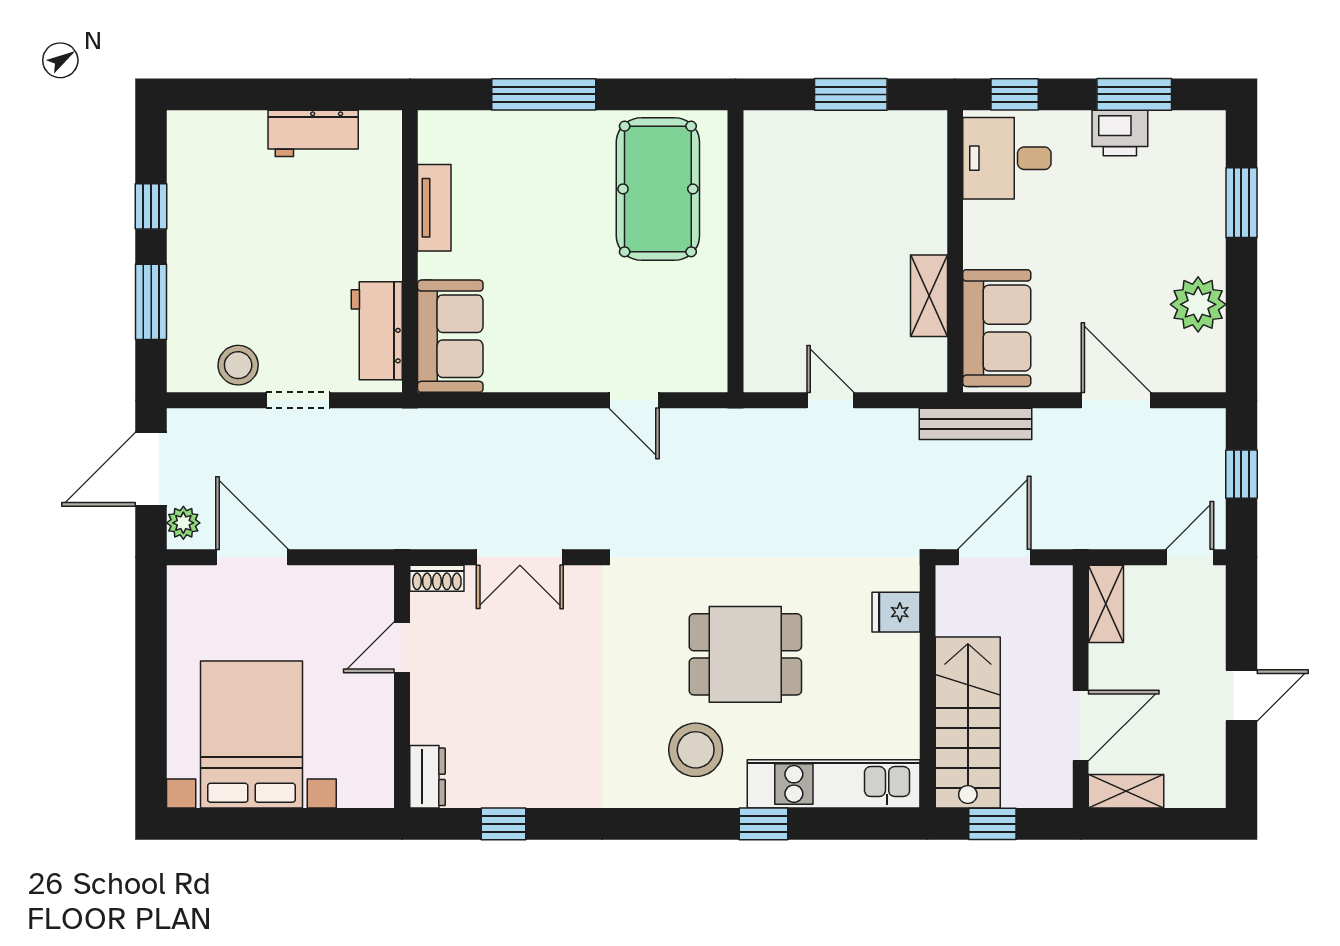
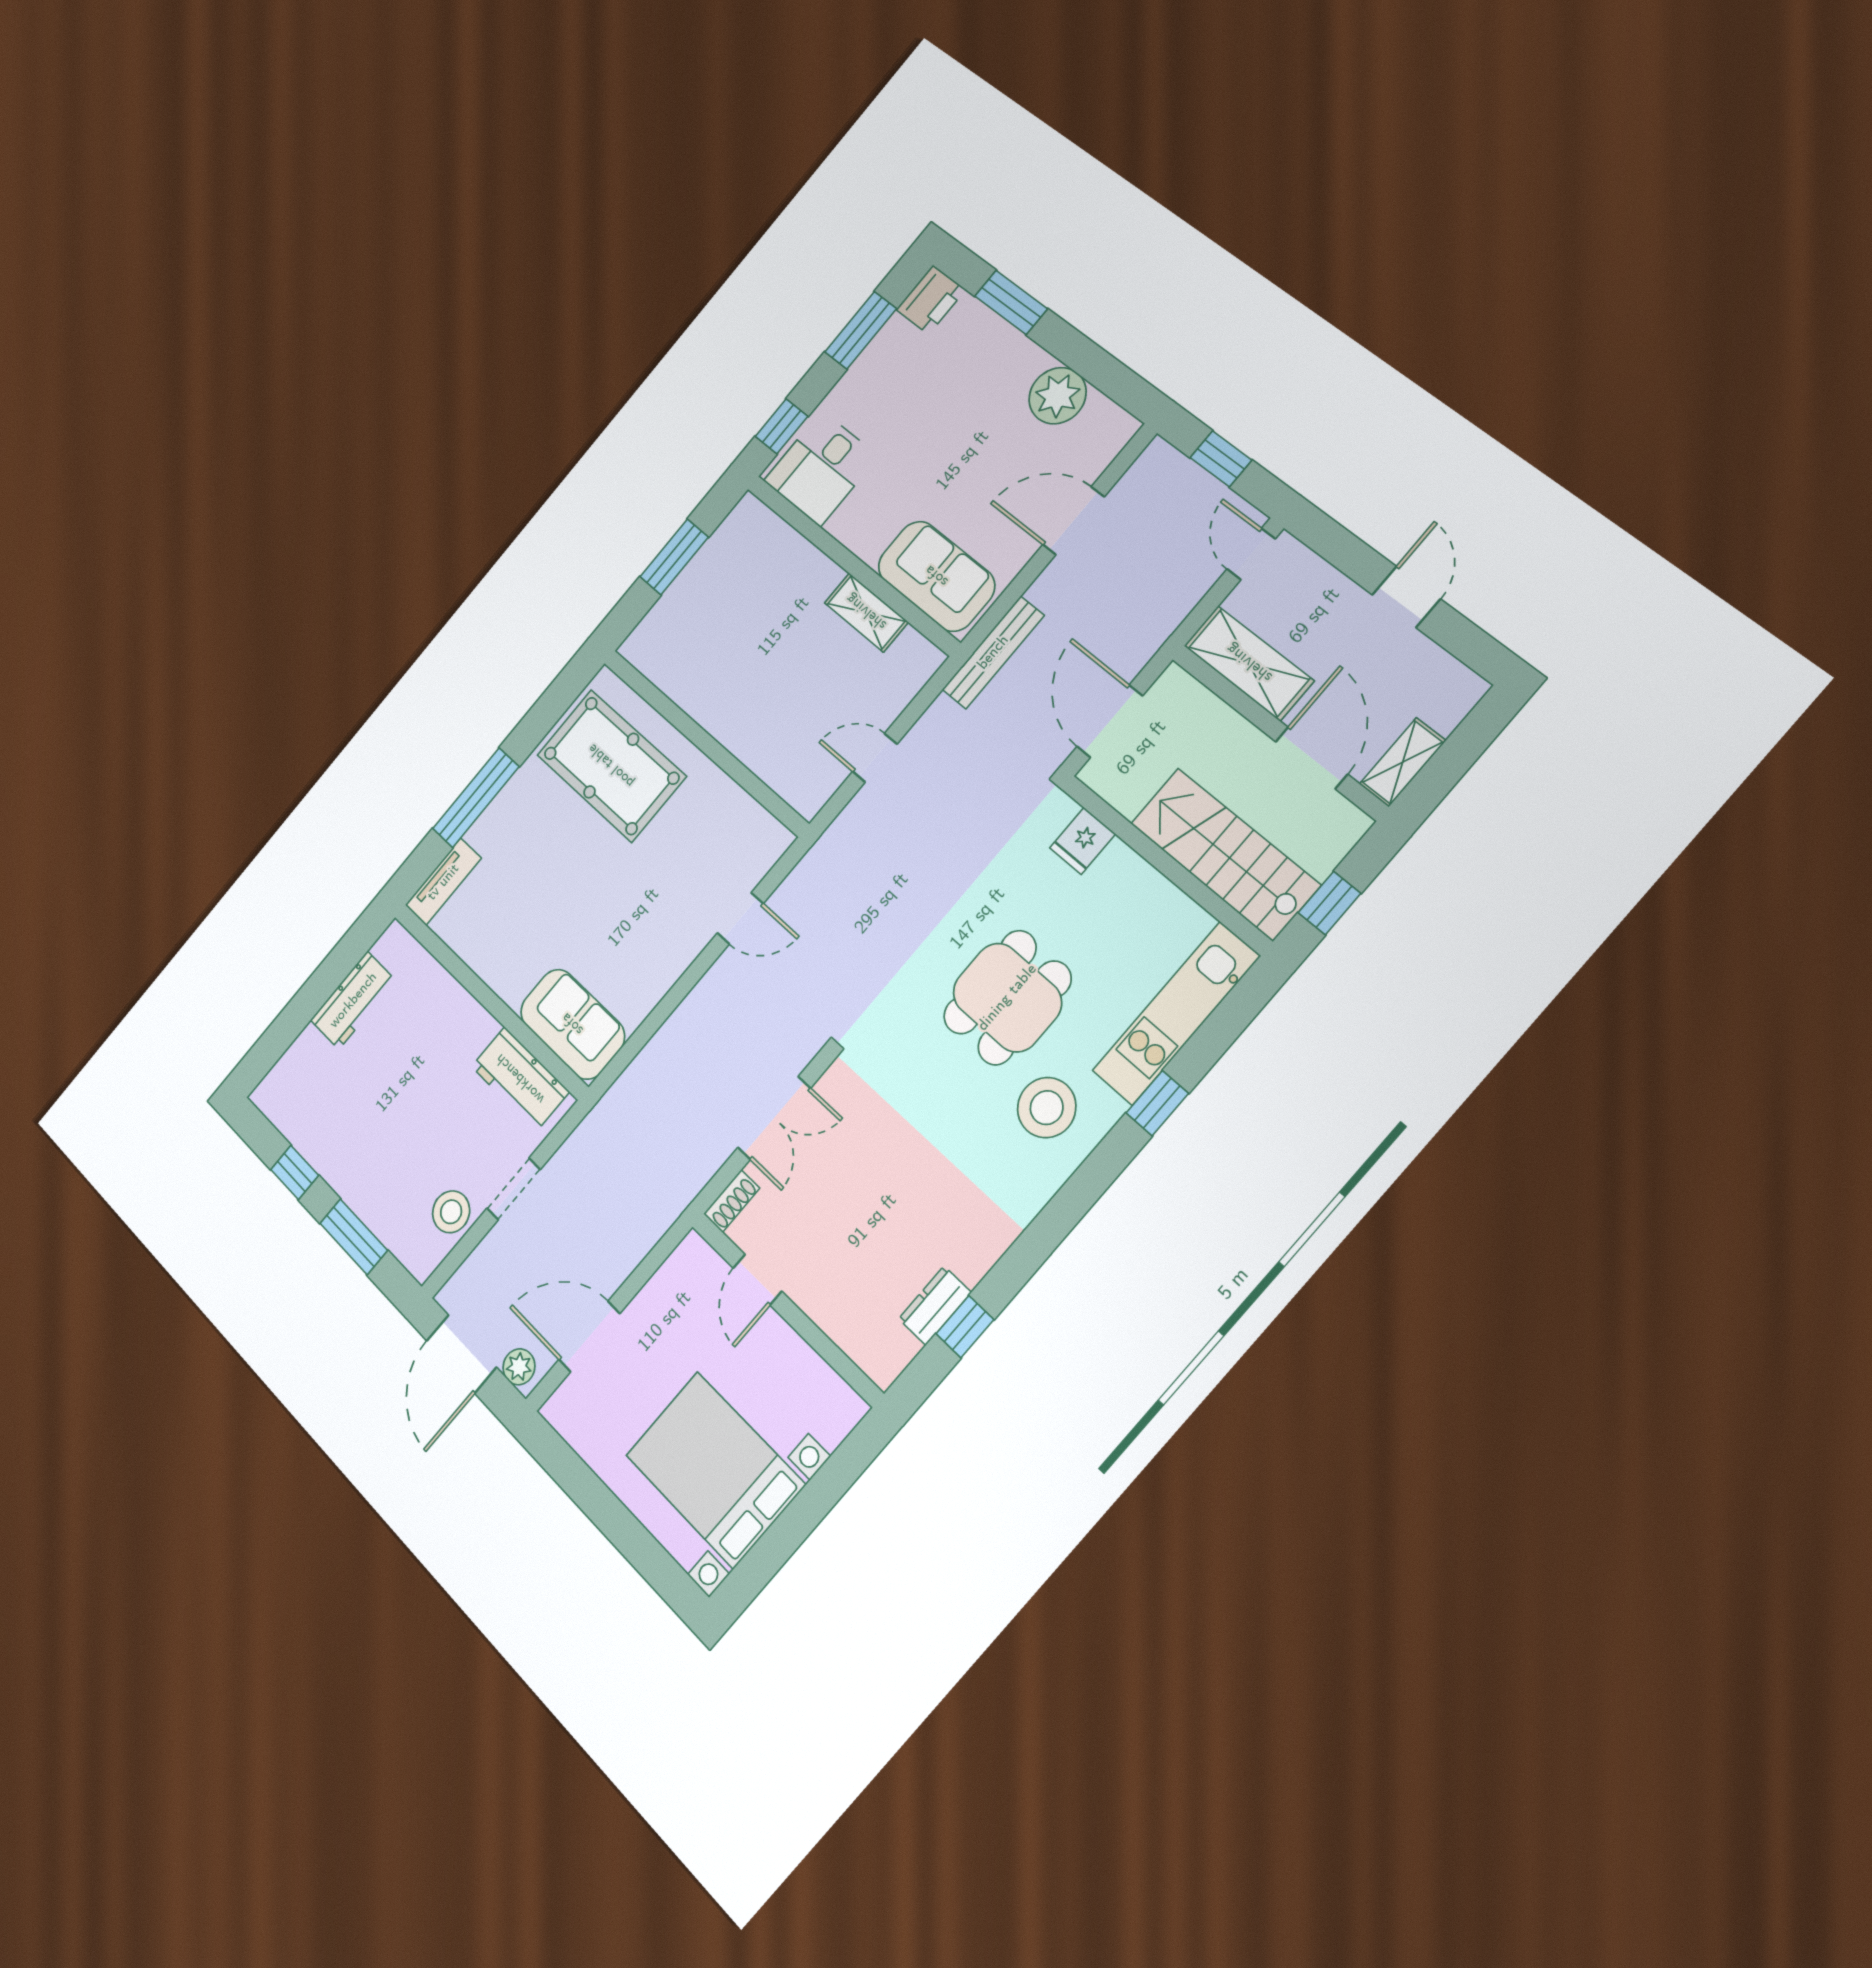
printer: (1120, 133) -> (931, 300), moved
tv unit: (434, 208) -> (443, 882), moved, turned 90
shelving: (1106, 604) -> (1249, 663), width x1.50, depth x1.33
dresser: (428, 777) -> (935, 1306), moved, turned -90

